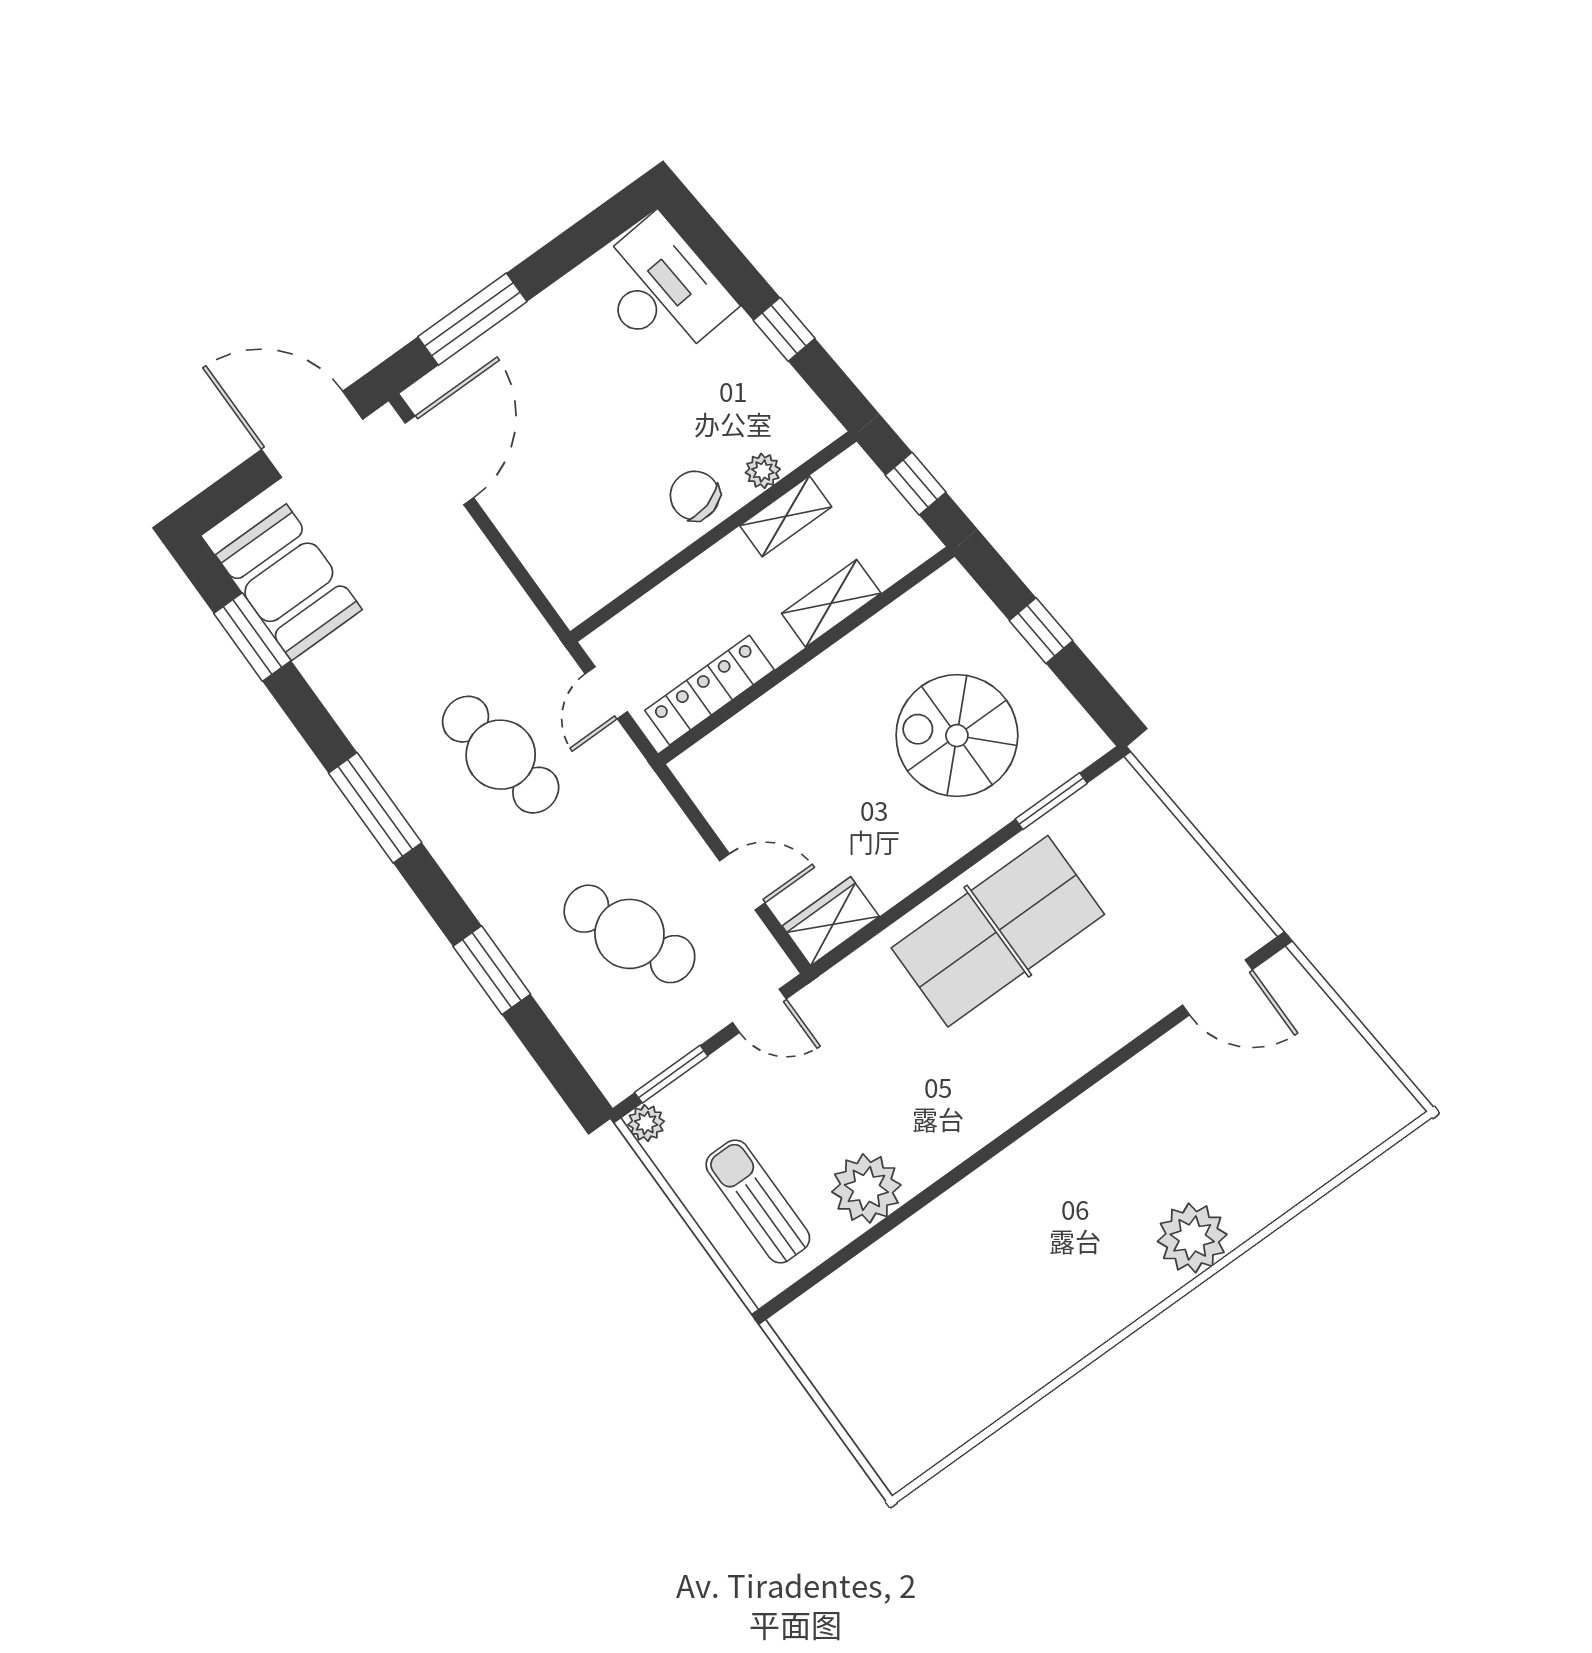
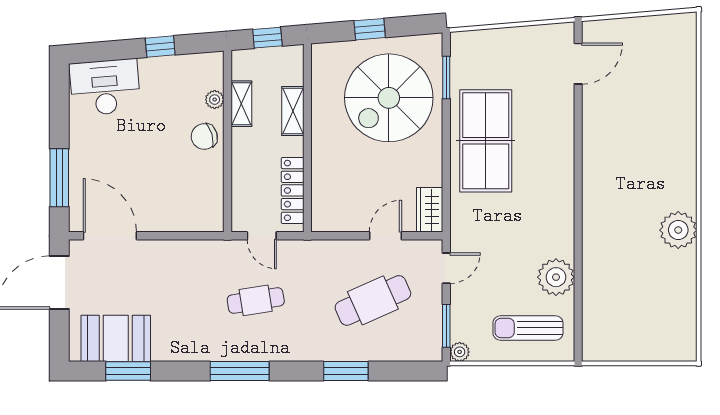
spiral stairs: (957, 736) -> (389, 98), width x1.37, depth x1.37
cafe table: (501, 755) -> (256, 300), width x0.73, depth x0.74
plant: (1192, 1238) -> (678, 230), moved

